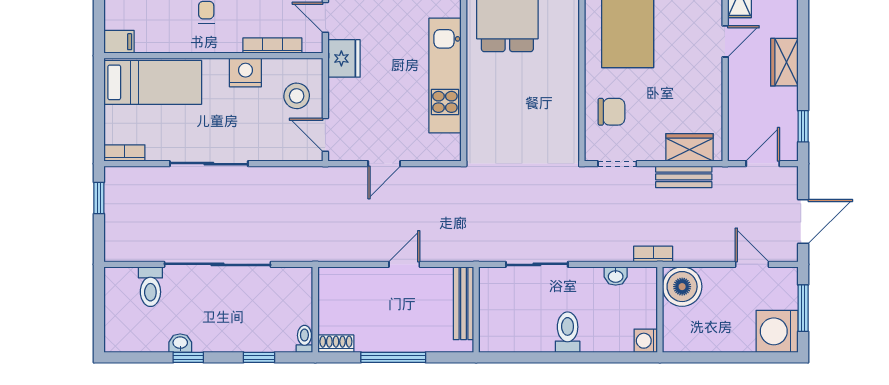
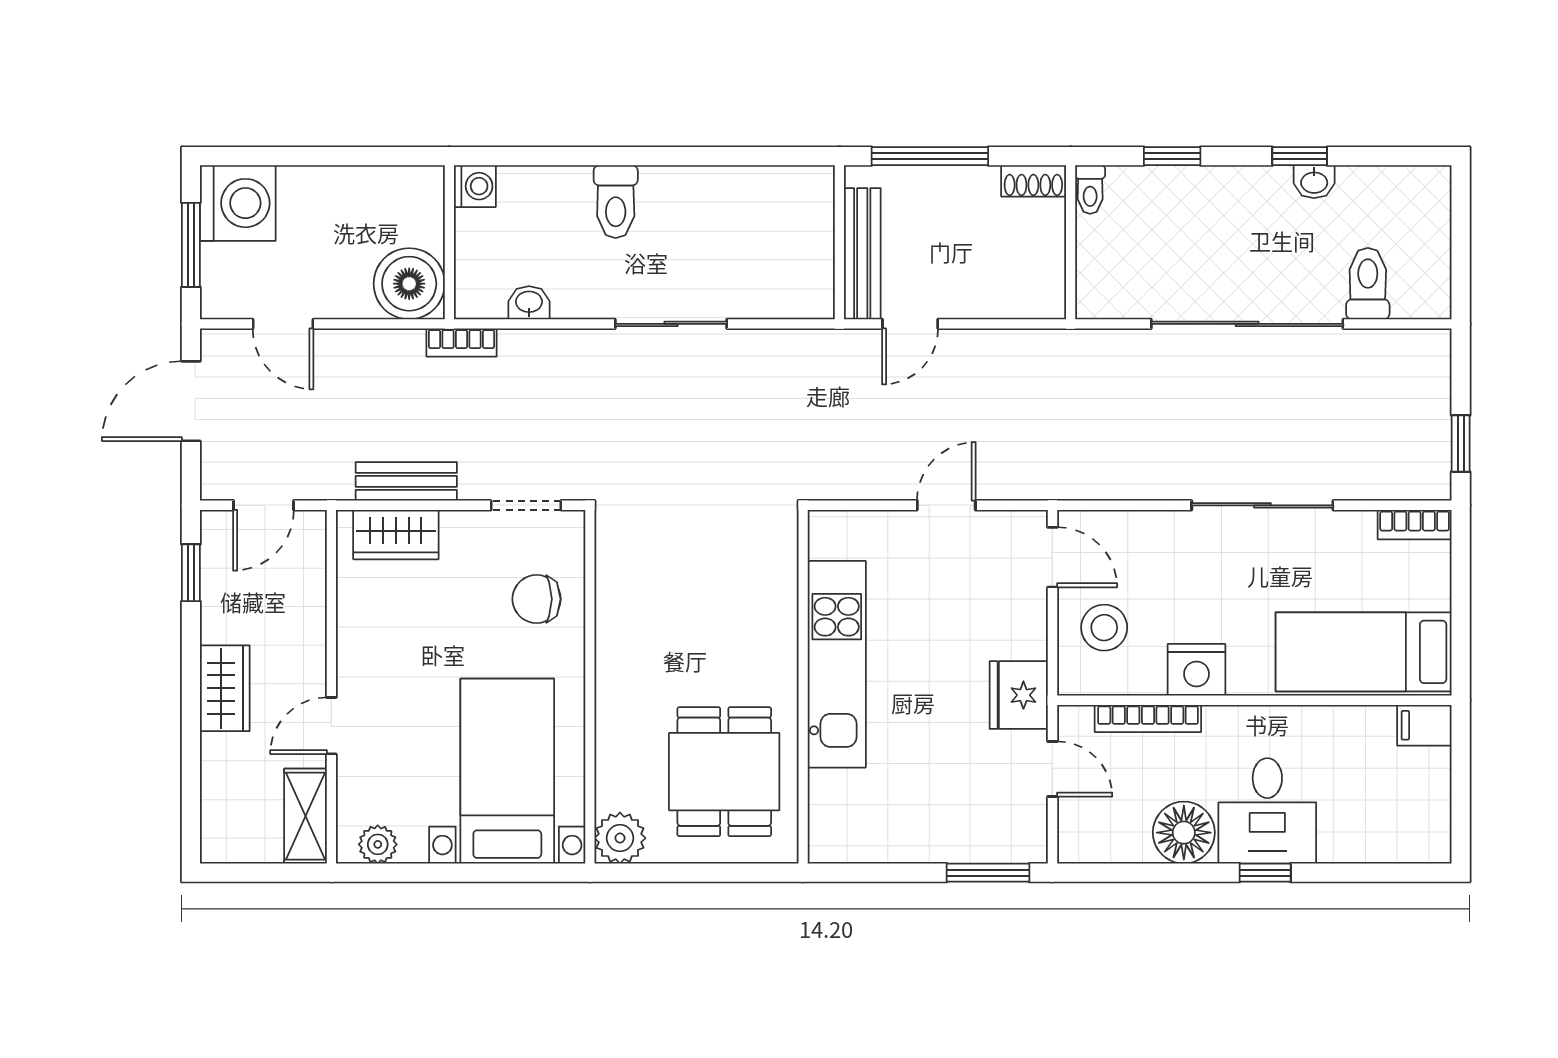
bench: (463, 303) -> (862, 254), moved
wall: (476, 310) -> (839, 242), moved

